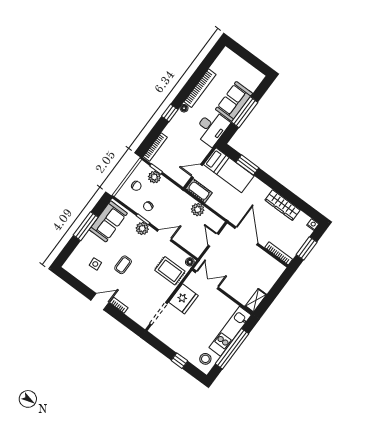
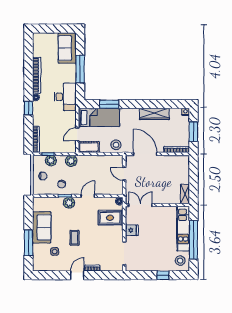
sofa: (234, 101) -> (67, 48), moved
stool: (226, 207) -> (116, 145), added
plant: (198, 210) -> (71, 161), moved
sofa: (108, 221) -> (42, 227), moved
window: (86, 226) -> (28, 243), moved
fridge: (183, 299) -> (132, 230), width x0.53, depth x0.75

